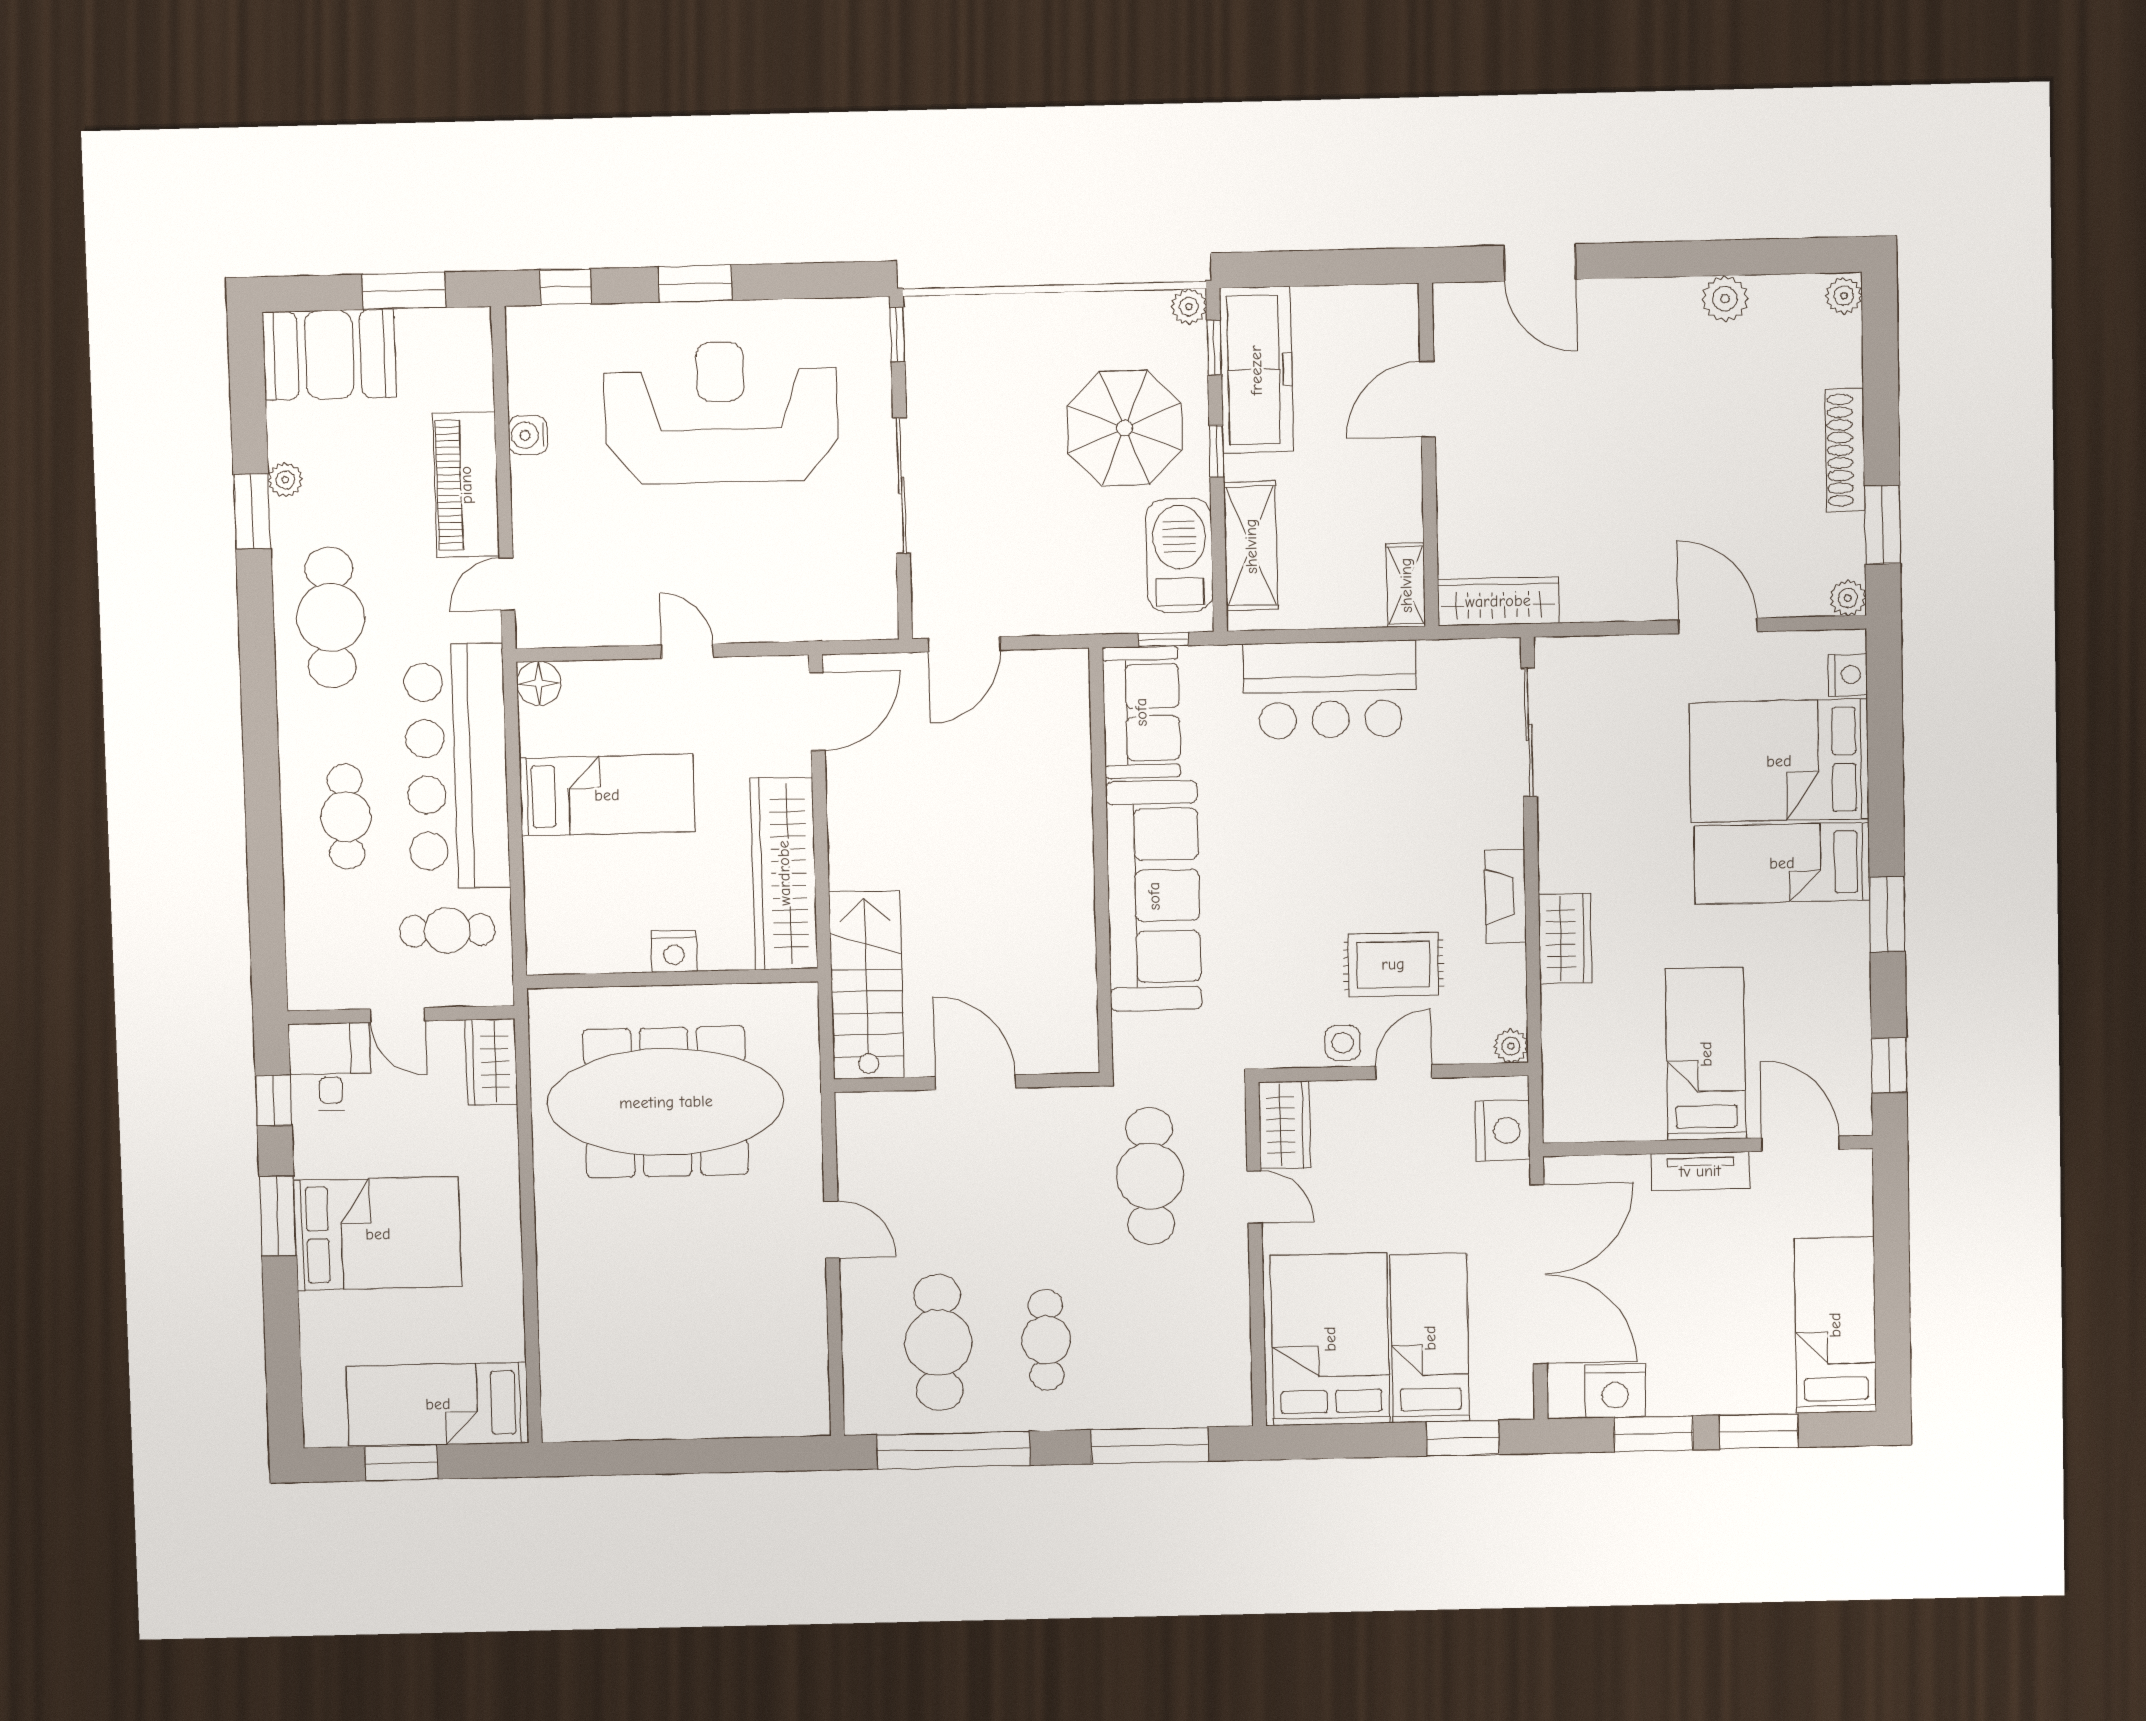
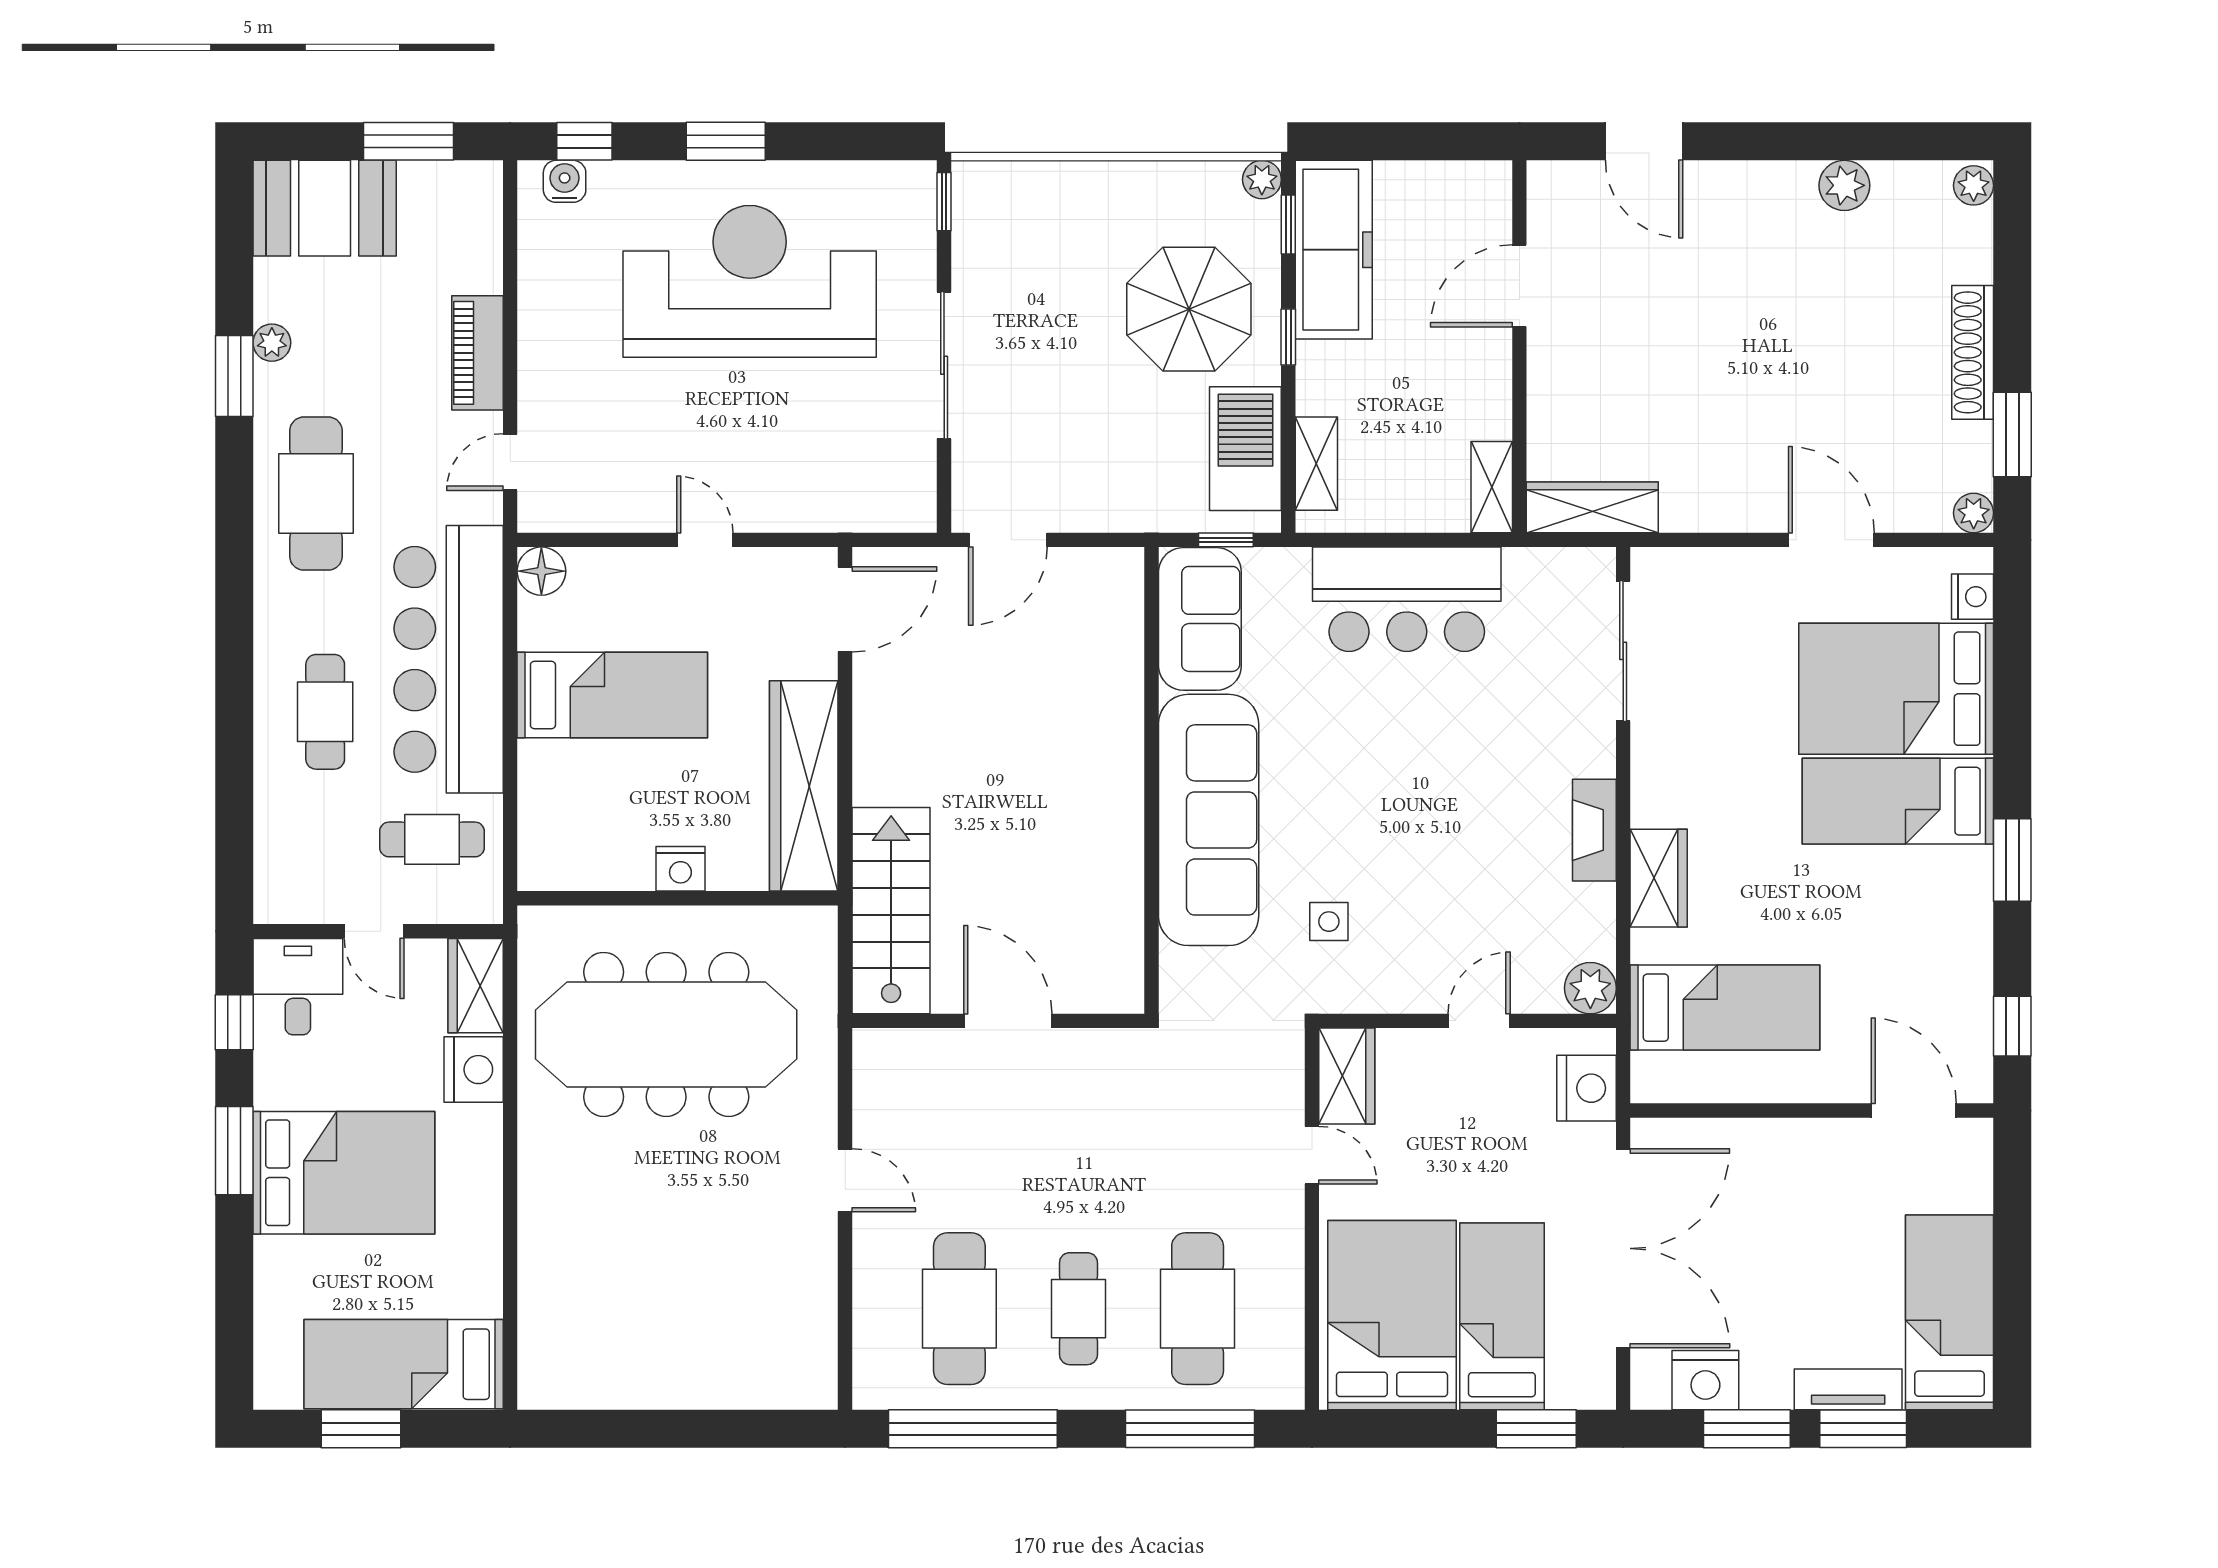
water cooler: (528, 435) -> (565, 181), moved, turned 90
piano: (466, 485) -> (477, 353), width x0.73, depth x0.75
shelving: (1251, 546) -> (1316, 464), width x0.67, depth x0.75
rug: (1393, 964) -> (1470, 902), removed
side table: (1343, 1043) -> (1329, 922), moved
plant: (1511, 1046) -> (1590, 988), width x1.38, depth x1.38
bed: (1706, 1054) -> (1725, 1008), moved, turned 90
nightstand: (492, 1138) -> (474, 1070), added
tv unit: (1700, 1171) -> (1848, 1389), moved, turned 180
cafe table: (1150, 1176) -> (1198, 1309), moved

